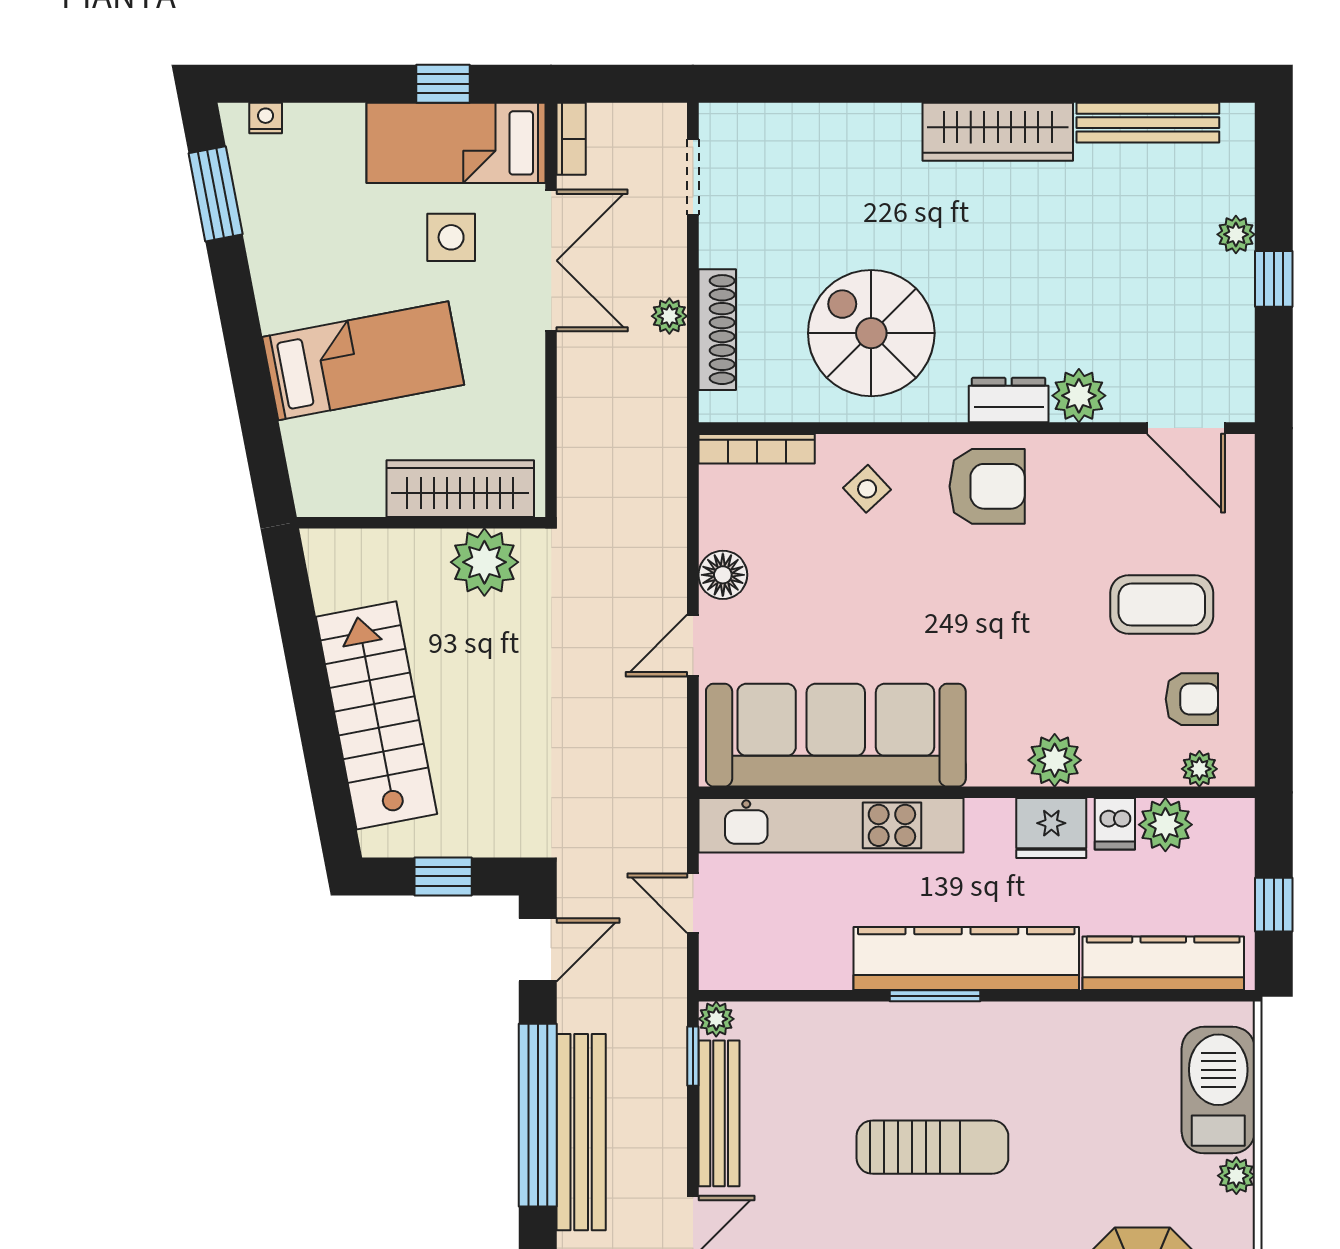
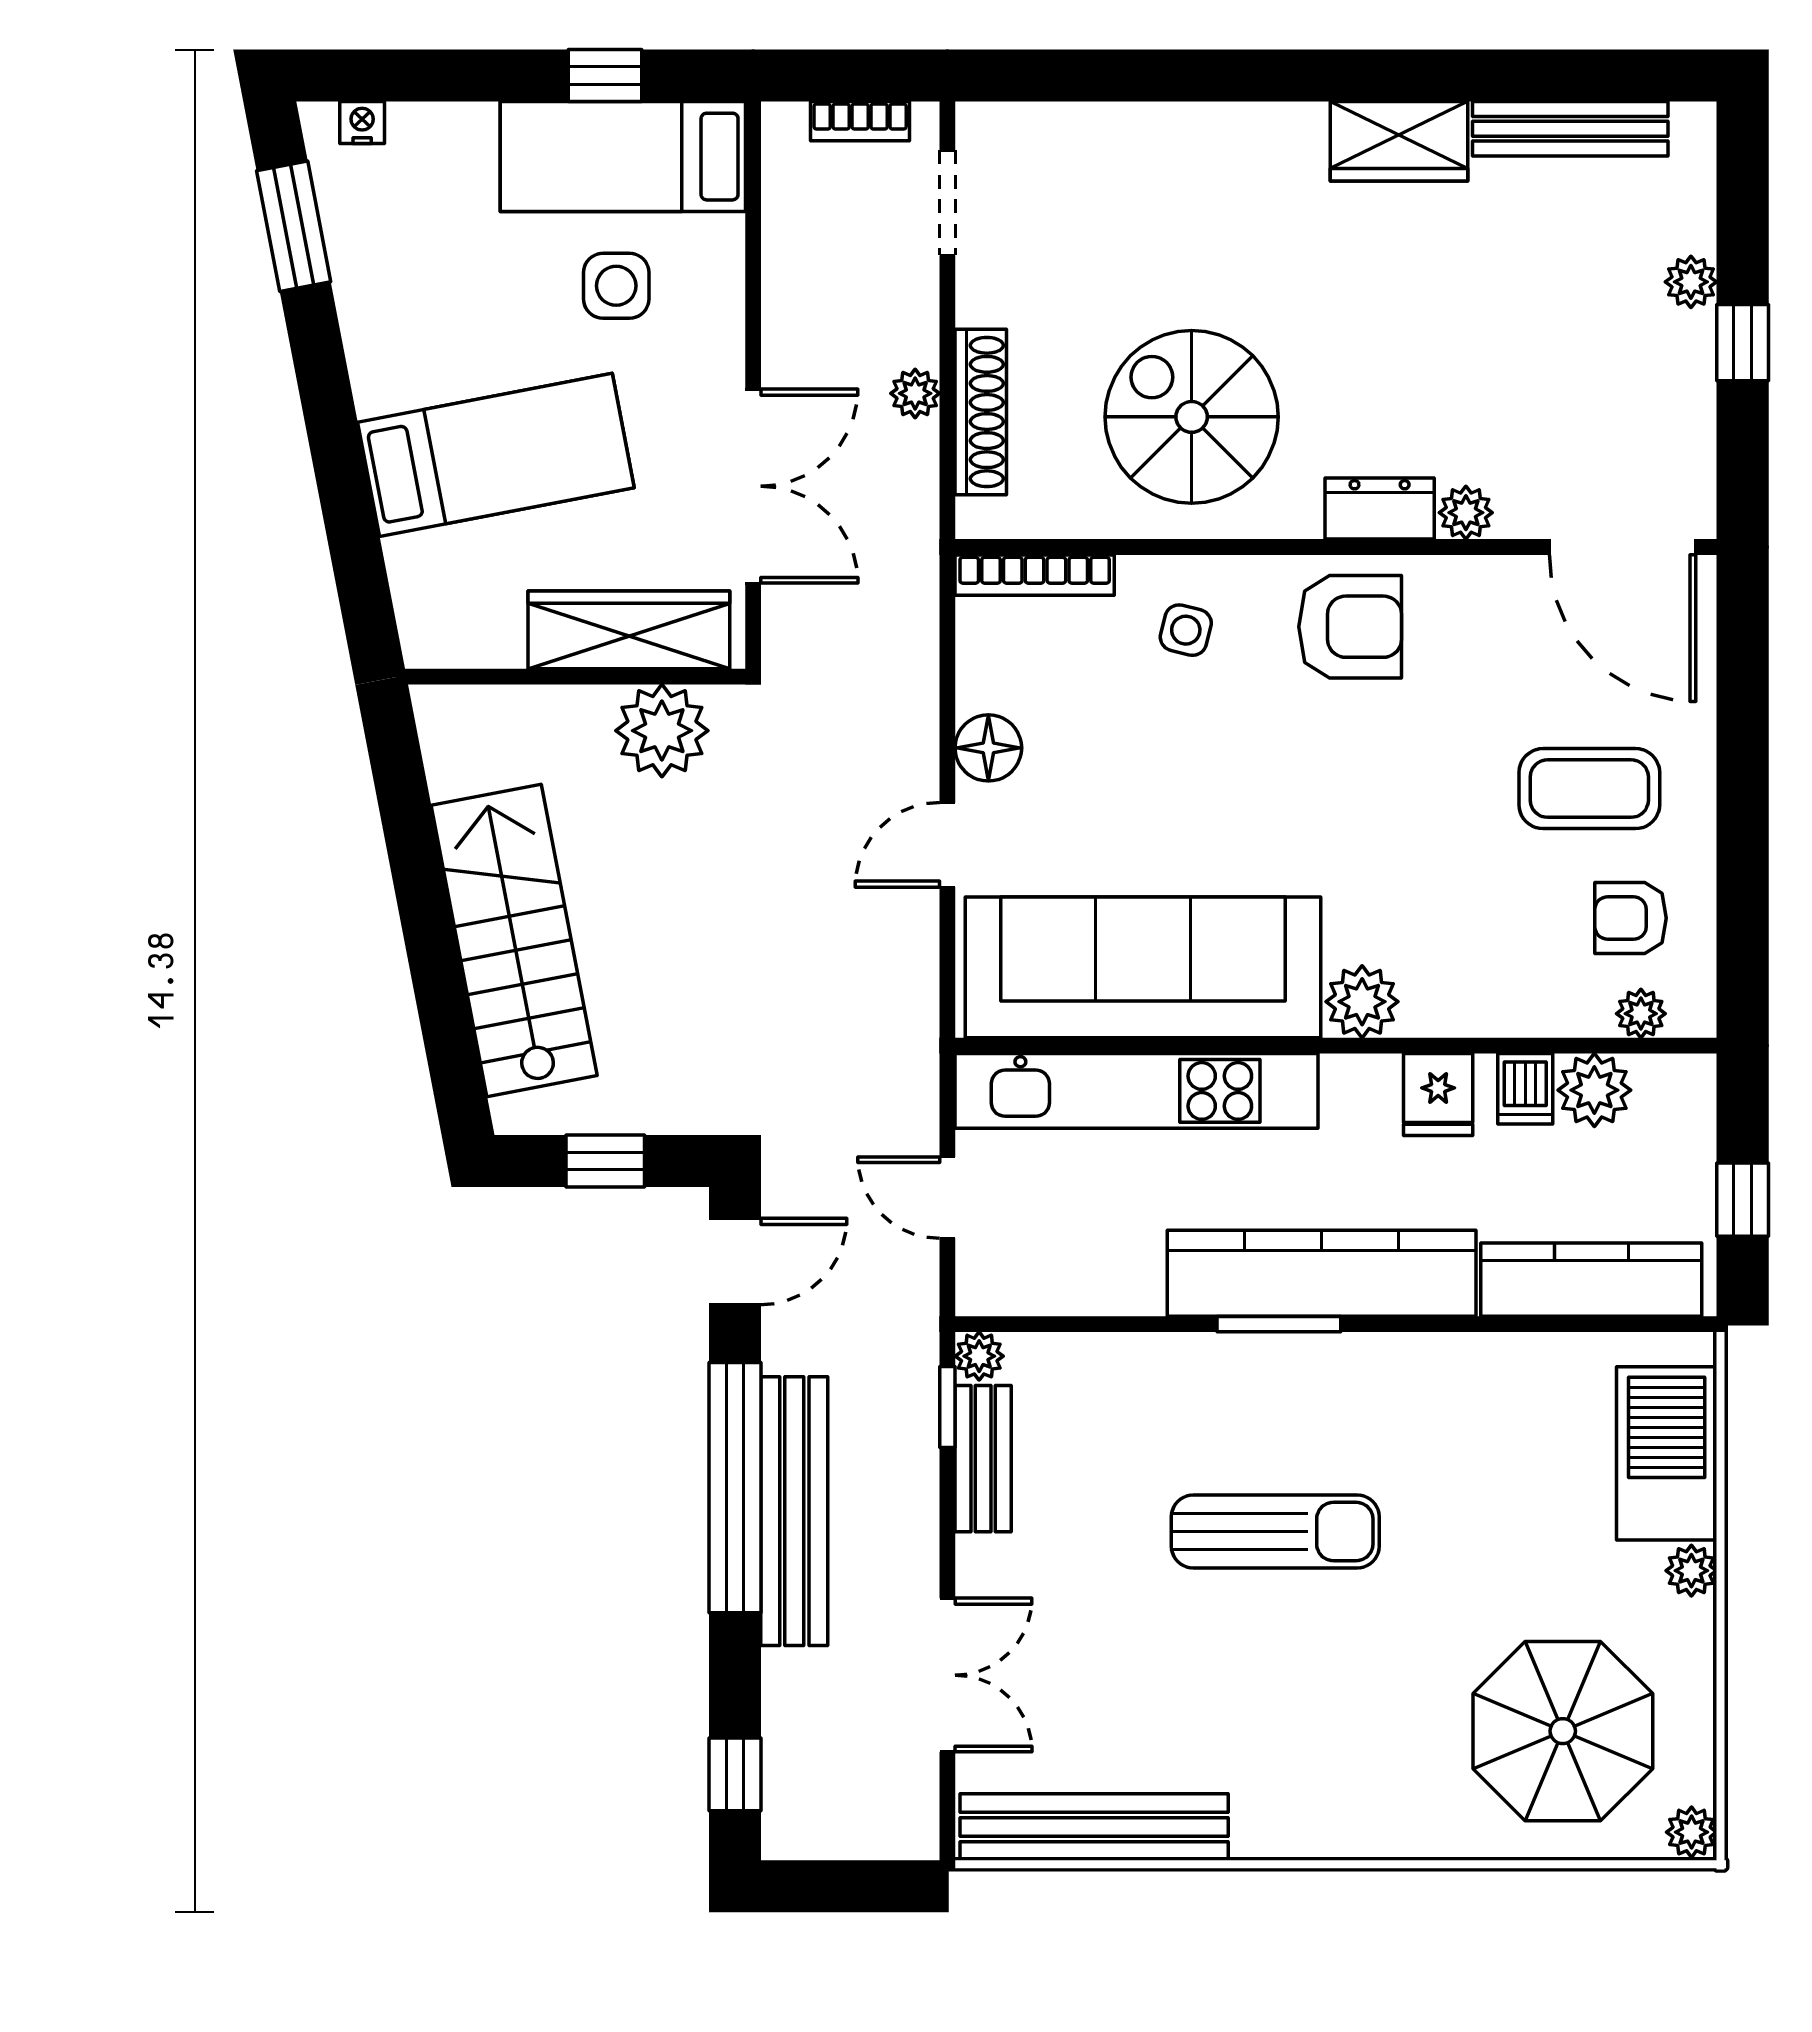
wardrobe: (998, 132) -> (1399, 141), width x0.67
bookcase: (571, 139) -> (860, 121), moved, turned 90
double door: (551, 261) -> (753, 486), moved
plant: (1079, 396) -> (1466, 513), width x0.73, depth x0.73
door: (1186, 428) -> (1623, 547), width x1.36
side table: (867, 489) -> (1186, 630), turned -33
armchair: (1192, 699) -> (1630, 918), turned 180
plant: (1055, 760) -> (1362, 1002), moved
fridge: (1051, 828) -> (1438, 1095), width x0.72
bench: (719, 1113) -> (983, 1459), width x0.73

